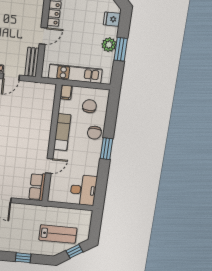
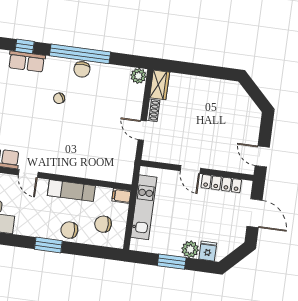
plant: (109, 45) -> (190, 249), moved
bench: (32, 62) -> (159, 156), removed
chair: (89, 106) -> (103, 224), turned 180

